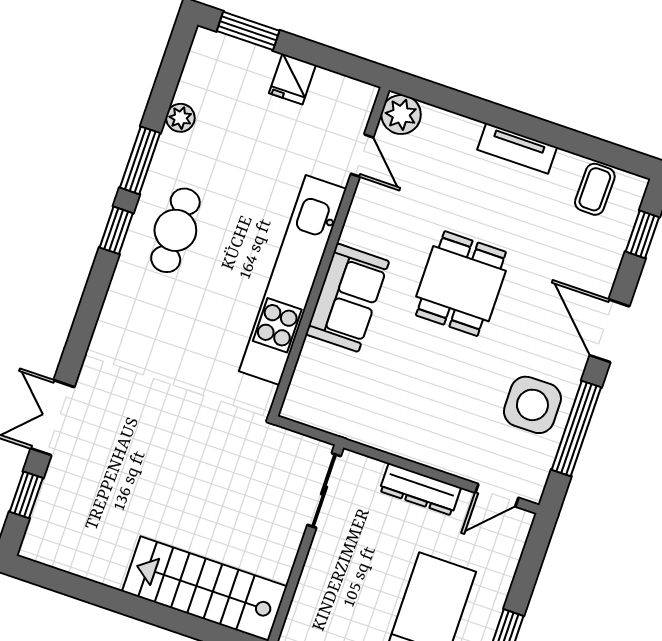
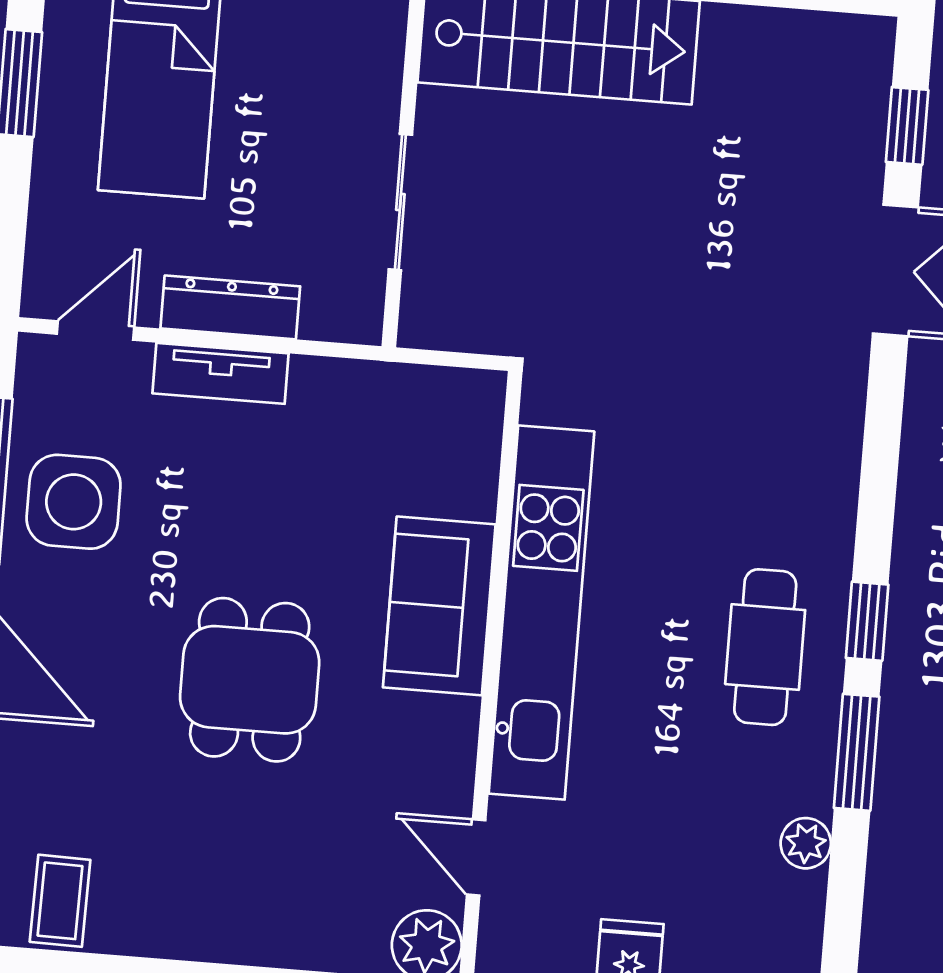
tv unit: (517, 148) -> (220, 373), moved, turned 180
sliding door: (324, 491) -> (400, 202), moved

